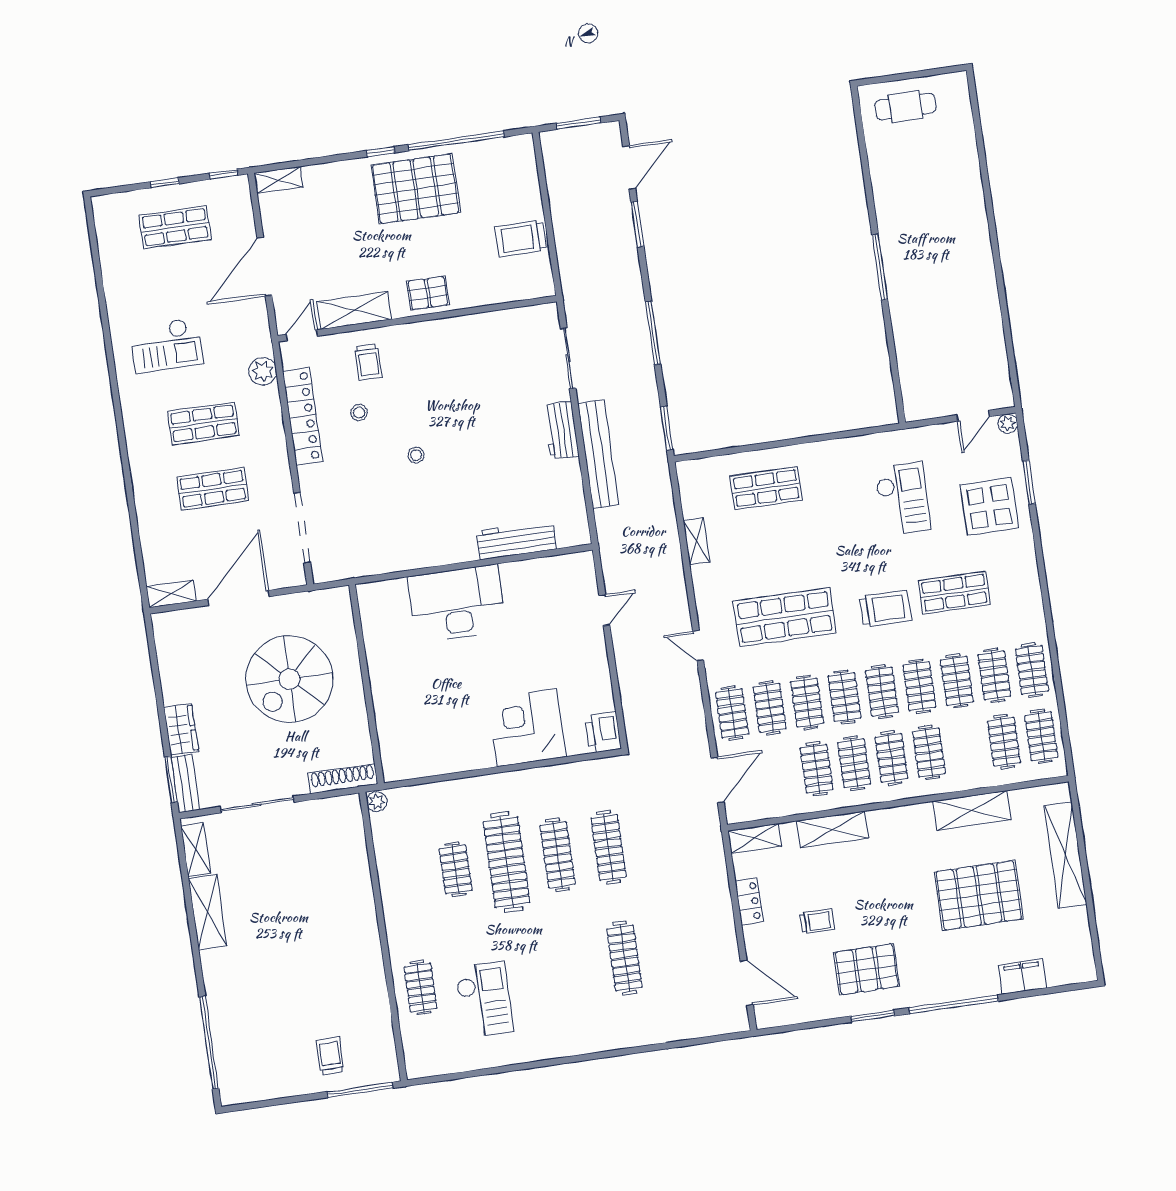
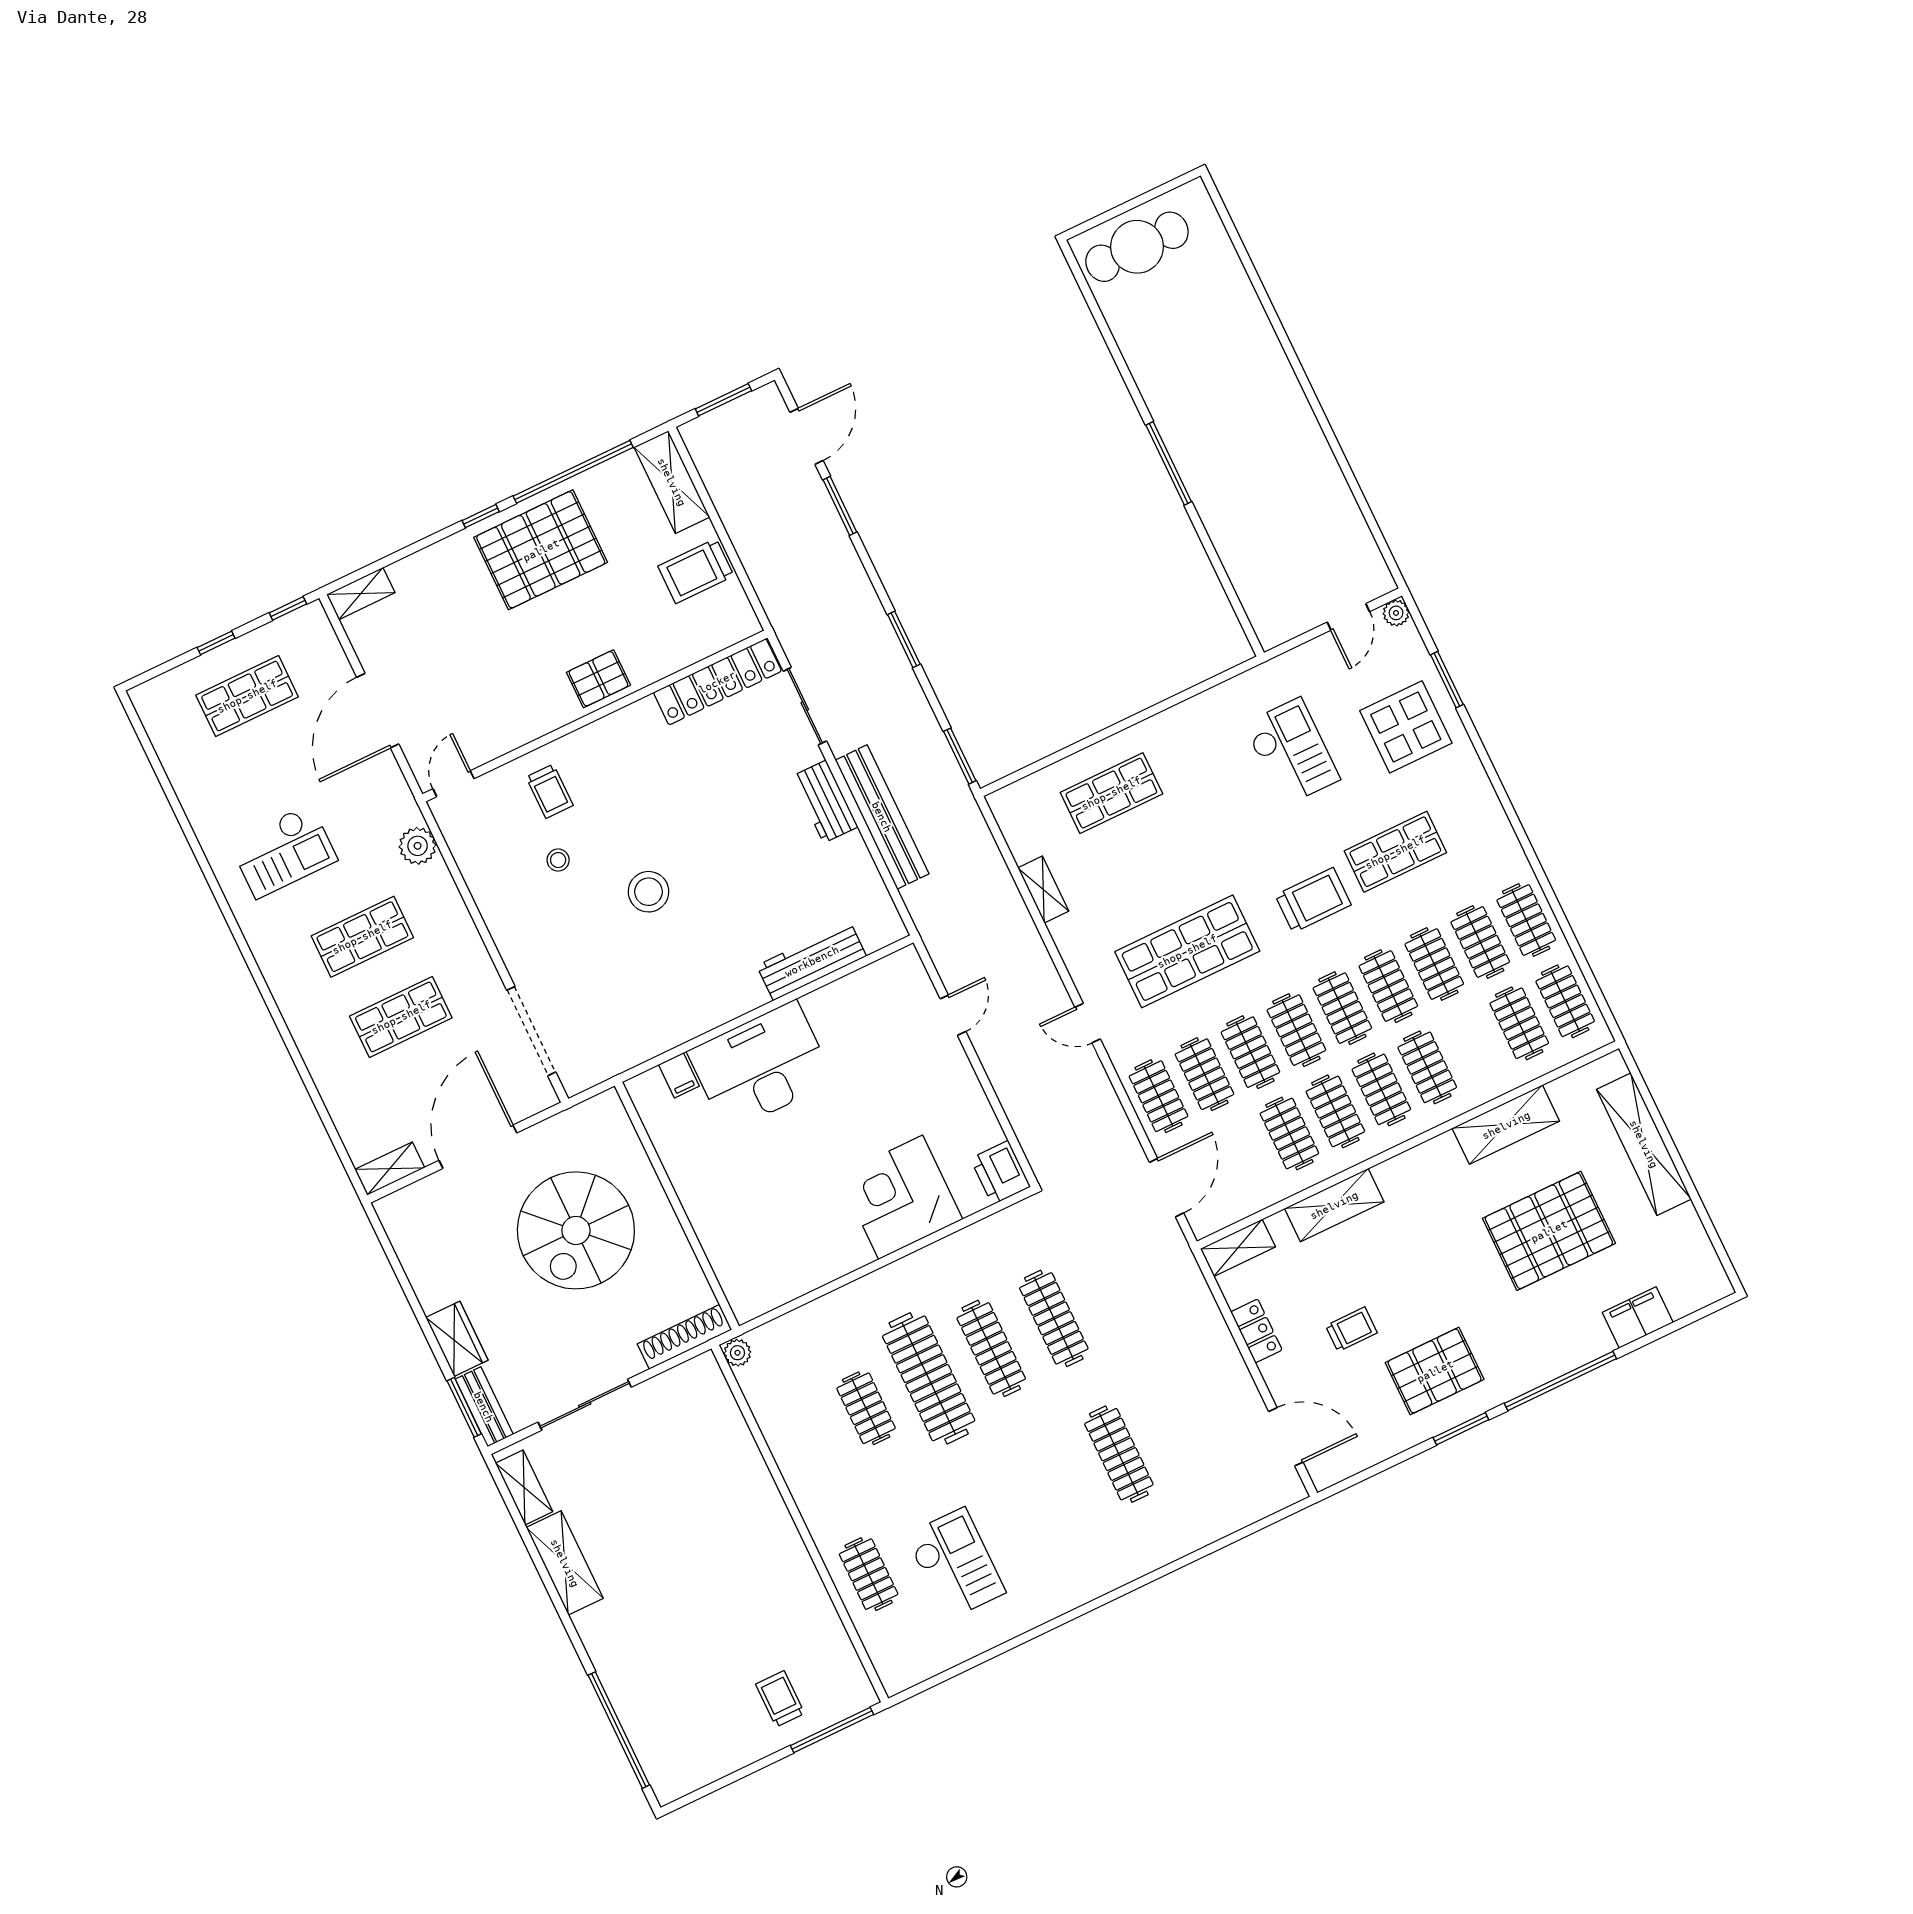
cafe table: (905, 107) -> (1137, 247), width x1.37, depth x1.35
shelving: (354, 310) -> (672, 482), moved, turned 90
window: (653, 333) -> (904, 639), width x0.69
locker: (303, 416) -> (717, 682), moved, turned 90
stool: (416, 455) -> (649, 892), width x1.89, depth x1.89
filing cabinet: (397, 592) -> (679, 1075), added

